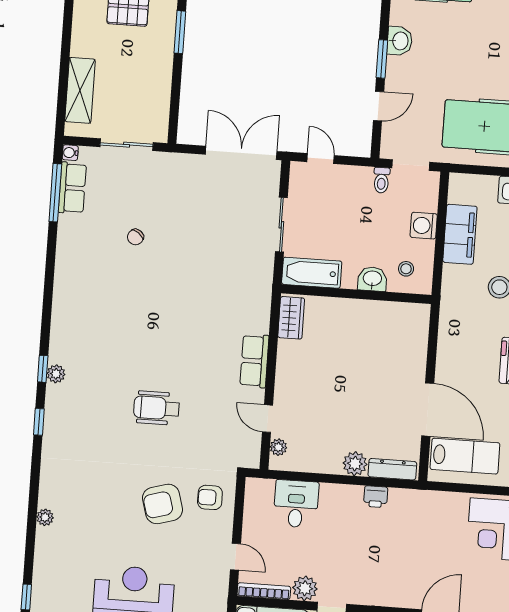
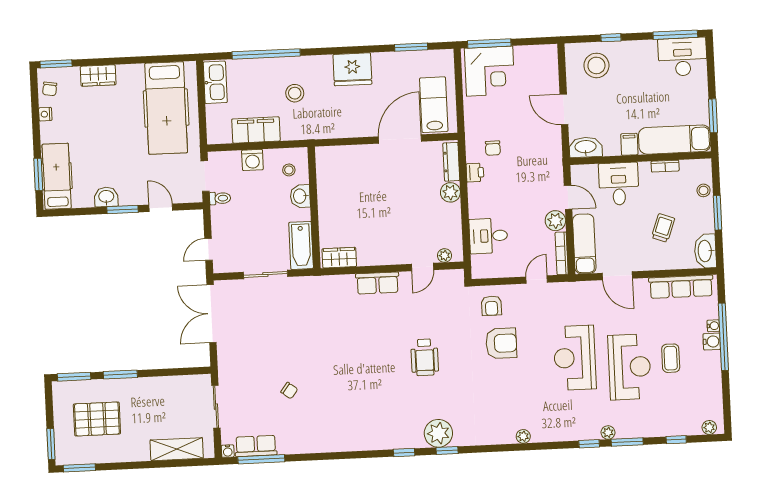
plant: (56, 374) -> (438, 433), moved, width x1.87, depth x1.87
armchair: (162, 504) -> (501, 343), turned -74
chair: (403, 522) -> (493, 148), added

